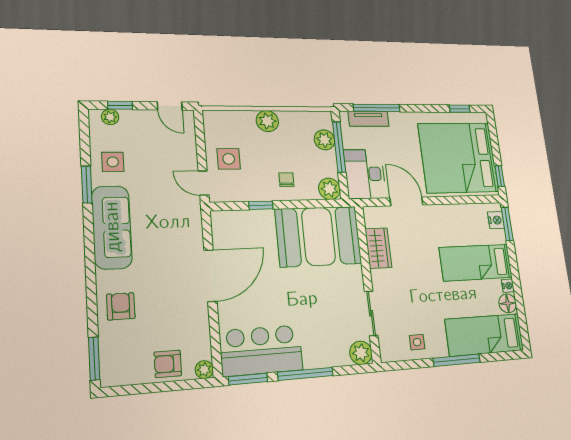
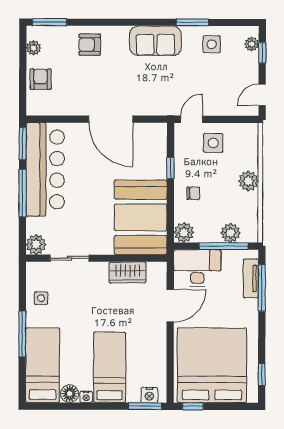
sofa: (112, 227) -> (155, 41), width x0.73
armchair: (121, 306) -> (90, 45), turned 180
bar counter: (261, 350) -> (45, 169), width x1.36
plant: (204, 370) -> (34, 48), moved

